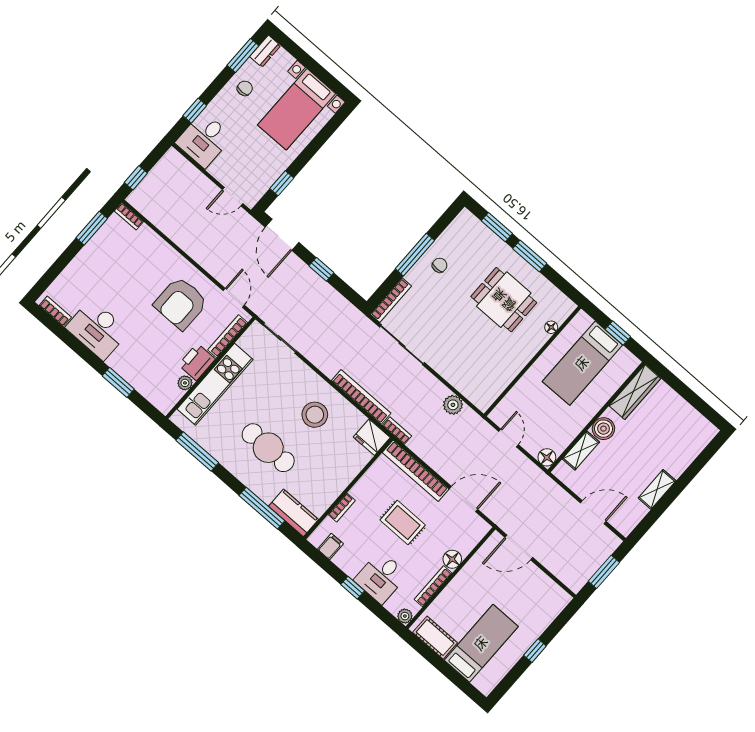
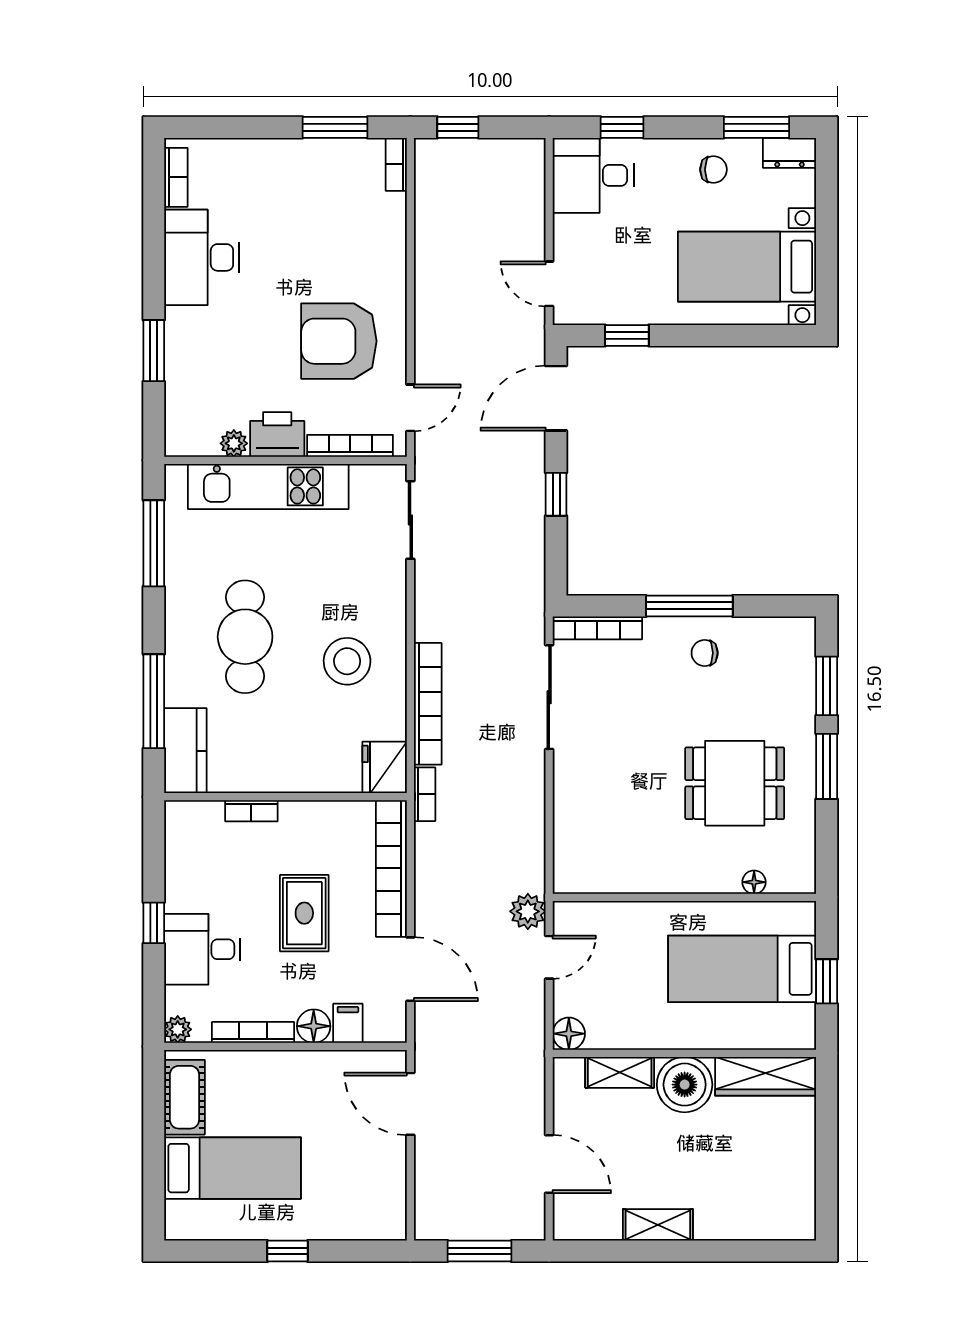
chair: (440, 265) -> (705, 653), turned 180
dining table: (504, 300) -> (735, 783), turned 90
plant: (453, 405) -> (528, 911), moved
boiler: (603, 429) -> (685, 1085), width x1.37, depth x1.37
filing cabinet: (330, 547) -> (348, 1023), moved, turned -90

